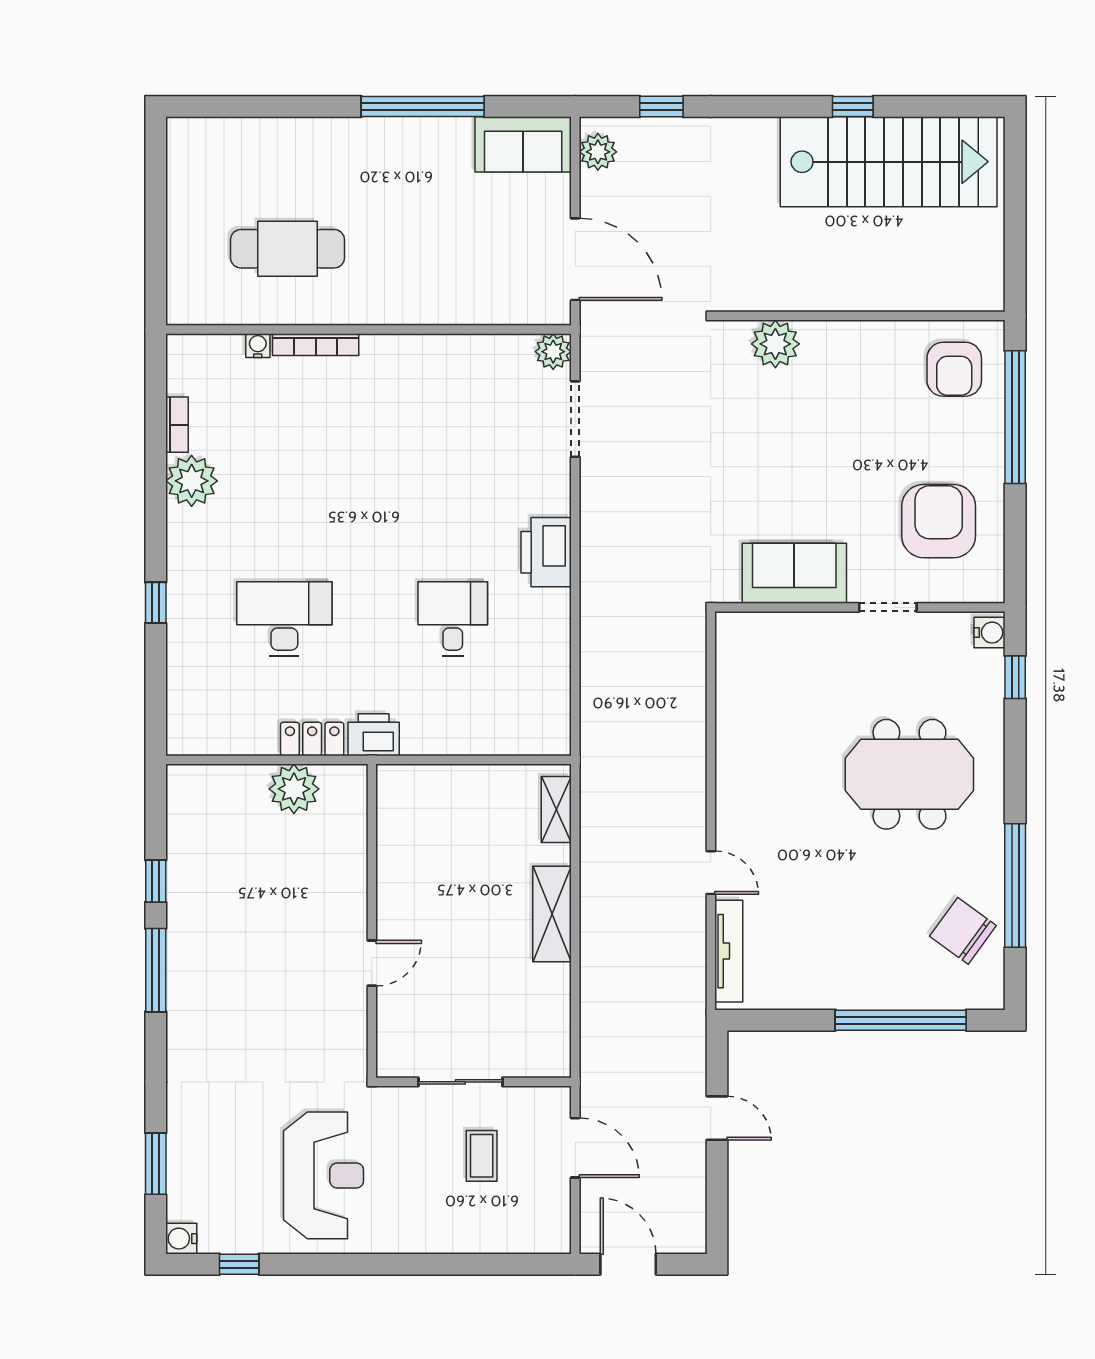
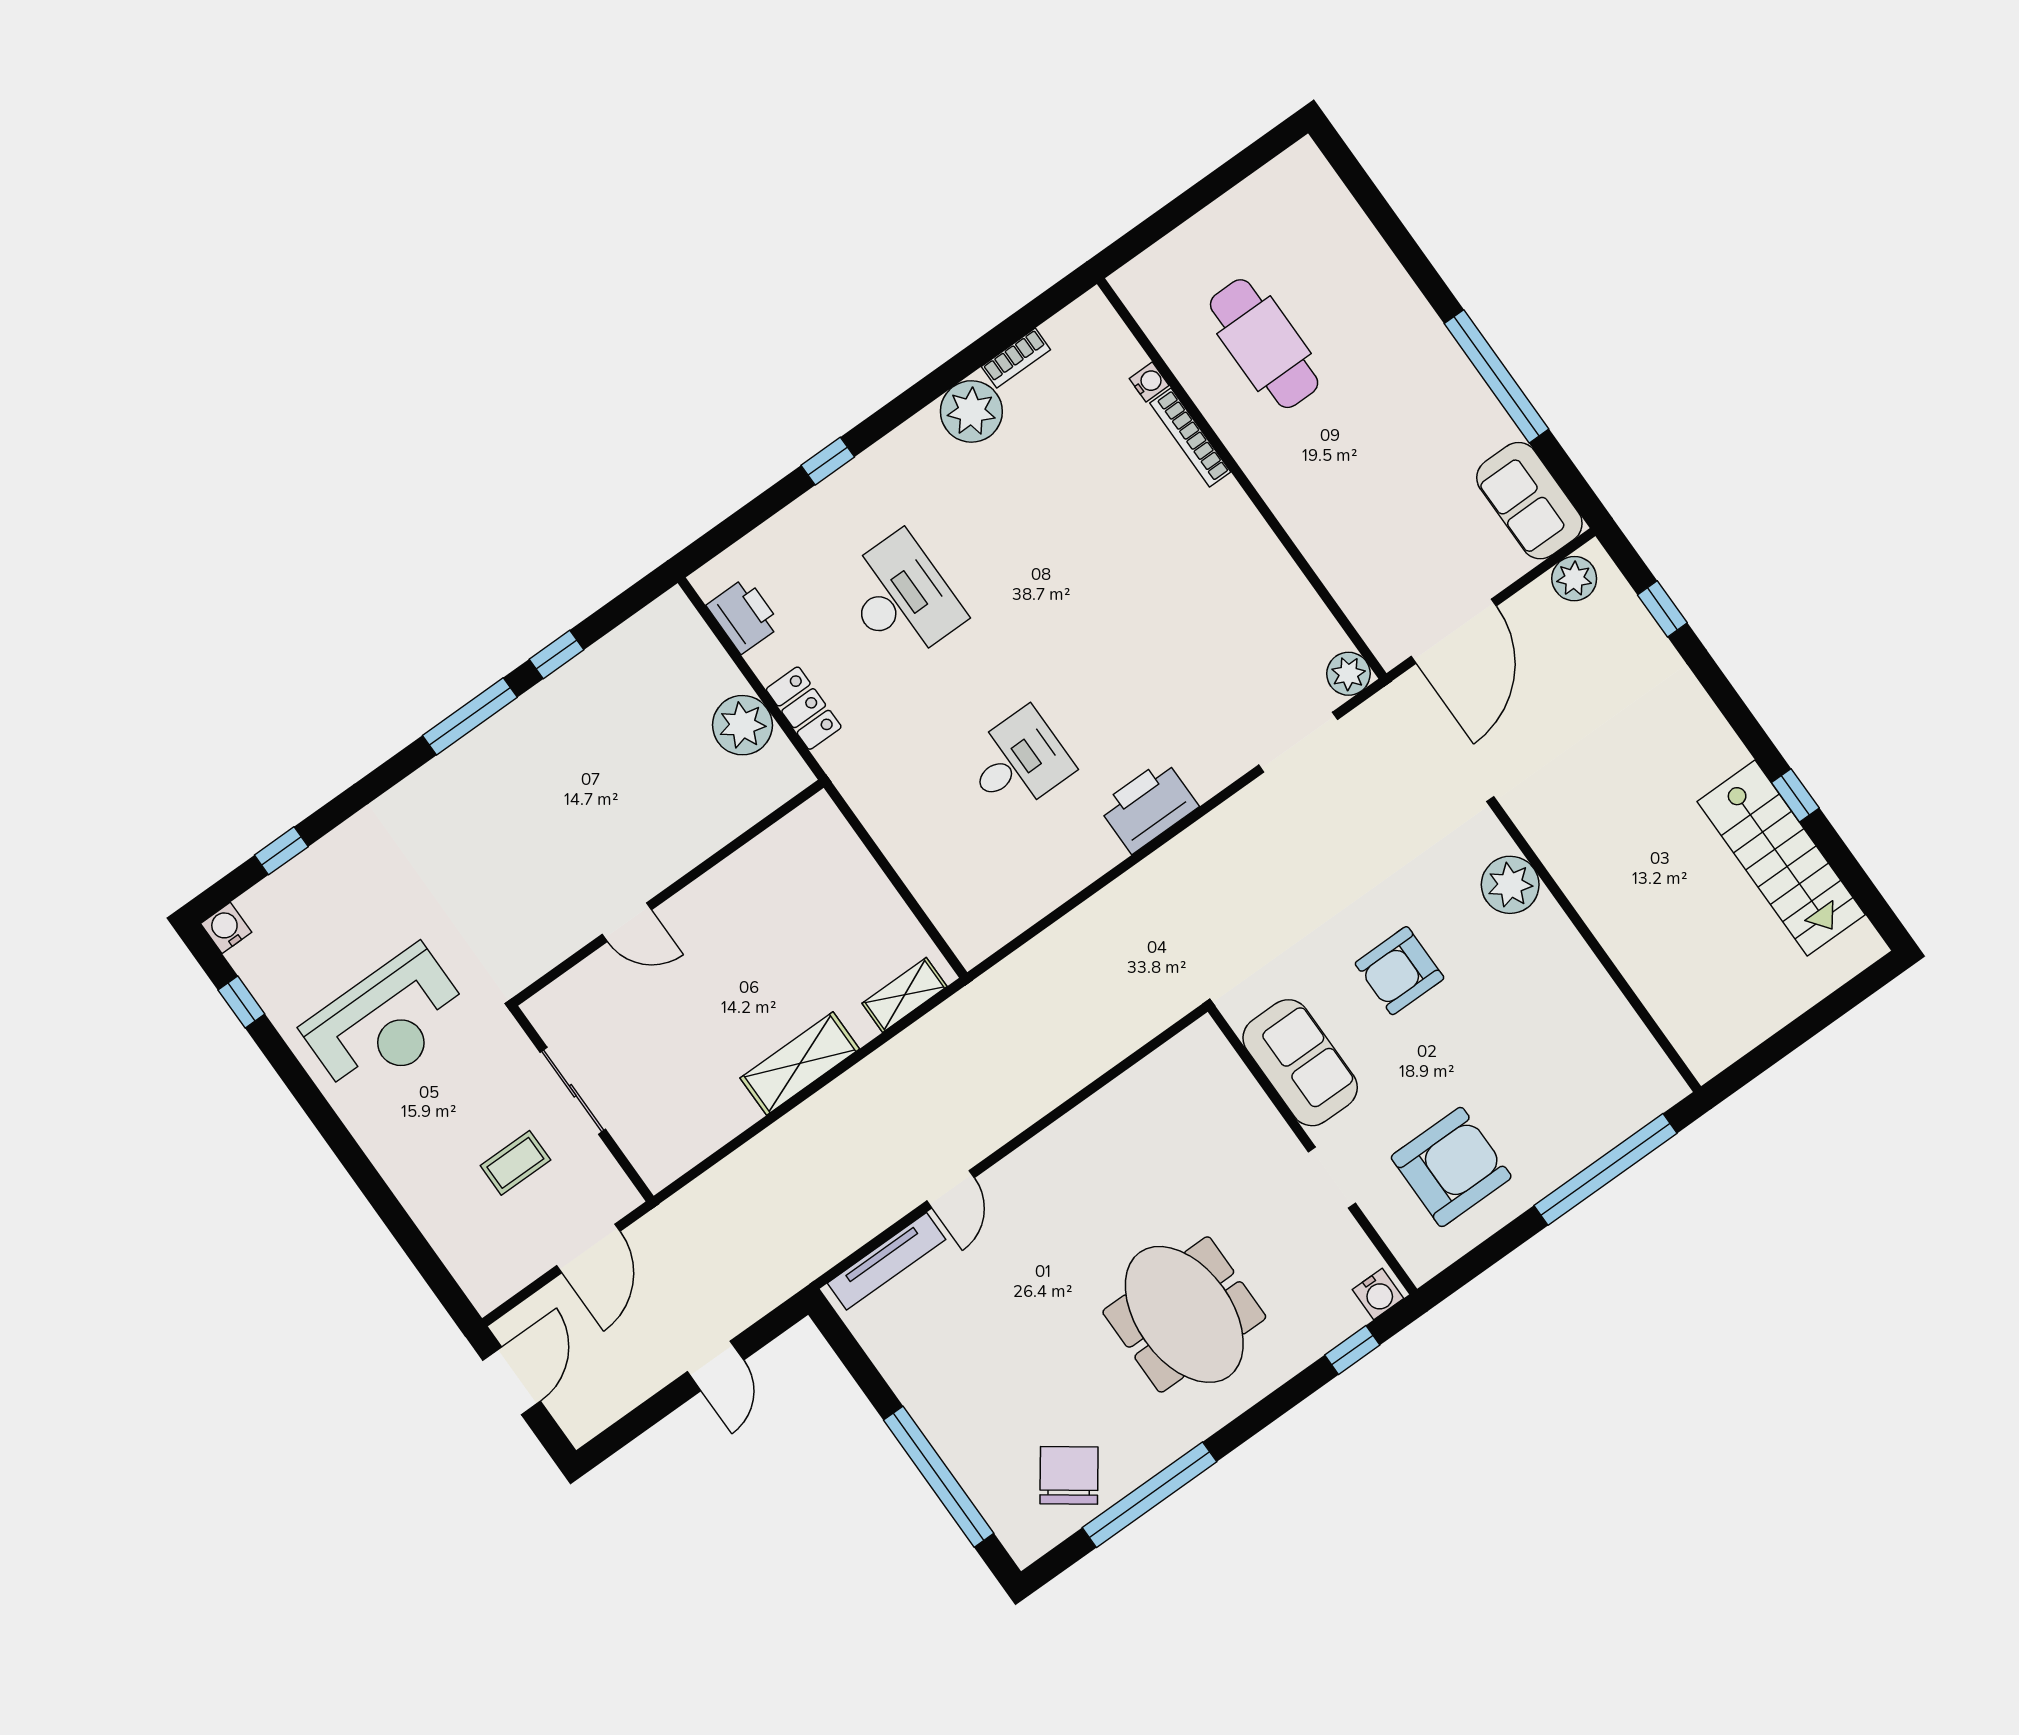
stairs: (889, 162) -> (1781, 858), width x0.73, depth x0.66
armchair: (954, 369) -> (1399, 971), moved
printer: (374, 735) -> (744, 615), moved
window: (156, 1164) -> (281, 851), width x0.67

